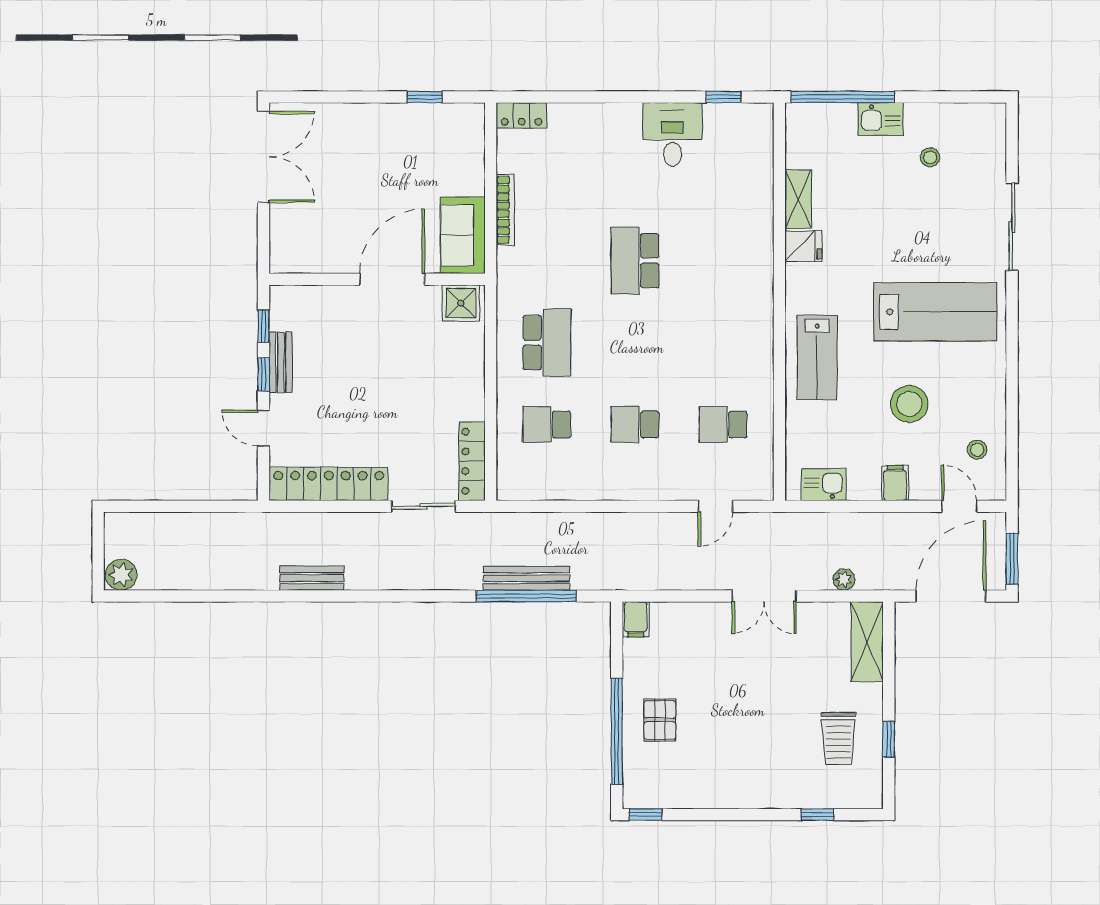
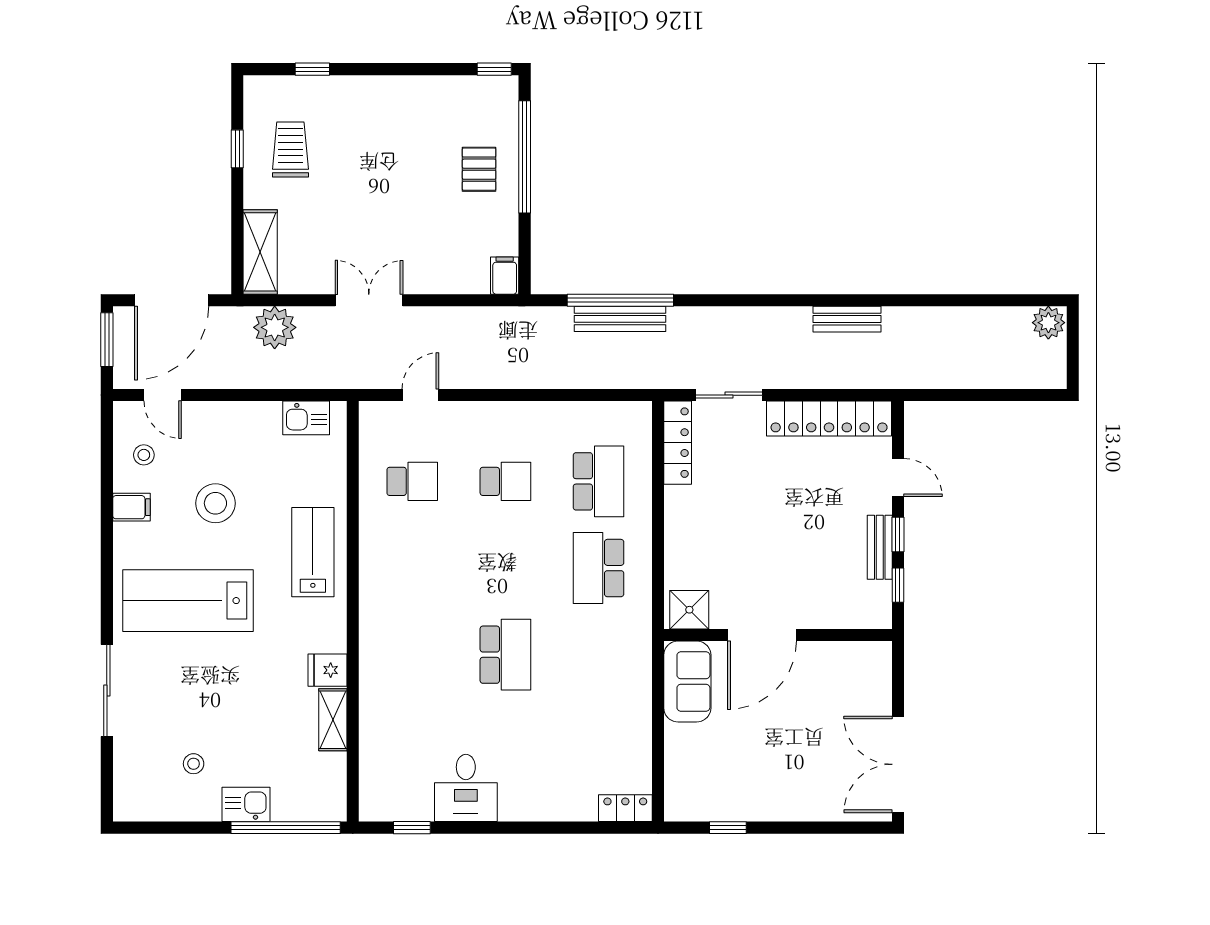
bookcase: (505, 210) -> (642, 708), removed
school desk: (547, 425) -> (599, 481), width x1.85
filing cabinet: (895, 483) -> (131, 507), moved, turned -90
plant: (844, 580) -> (275, 327), width x1.88, depth x1.88

